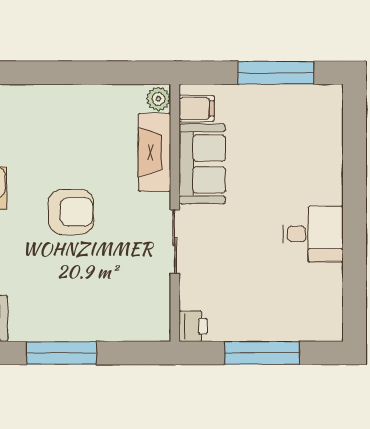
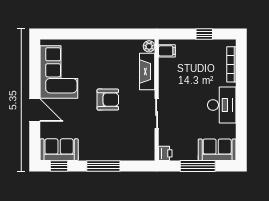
window: (276, 73) -> (204, 34), width x0.46
bookcase: (334, 137) -> (231, 64), added
sofa: (202, 164) -> (217, 150), moved, turned -90
desk: (313, 234) -> (222, 105), width x1.37

